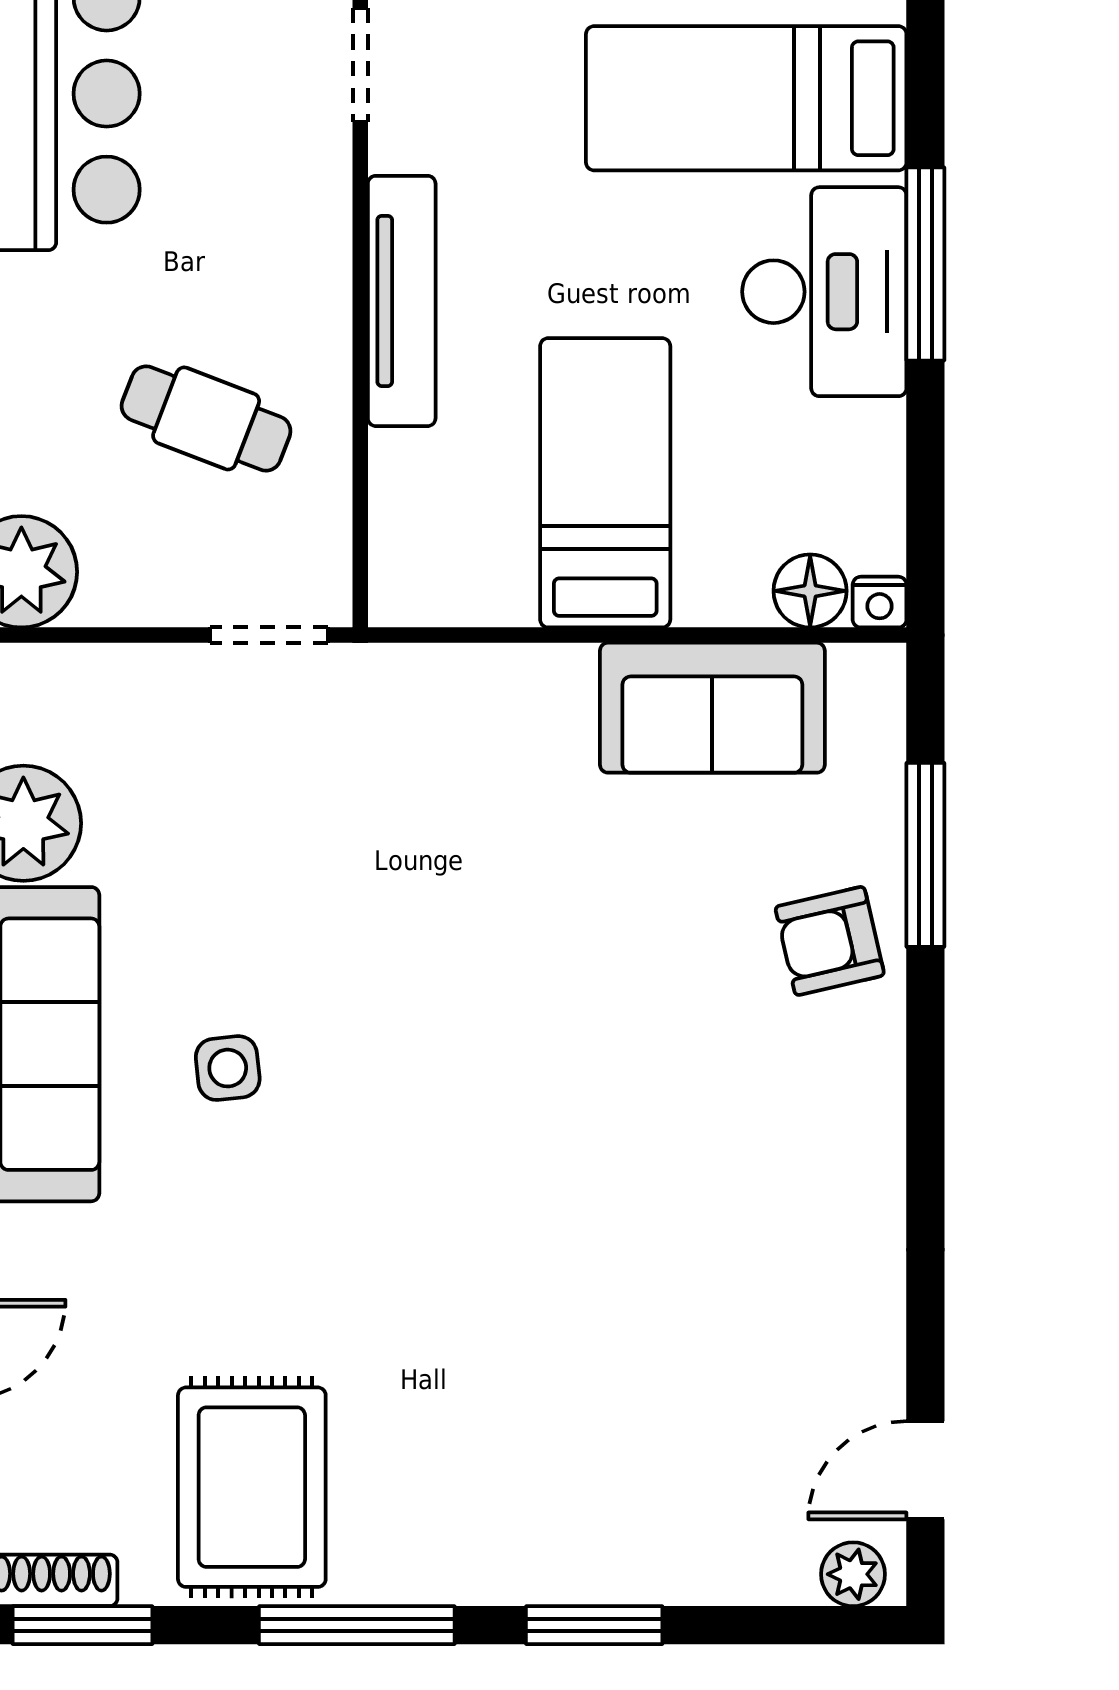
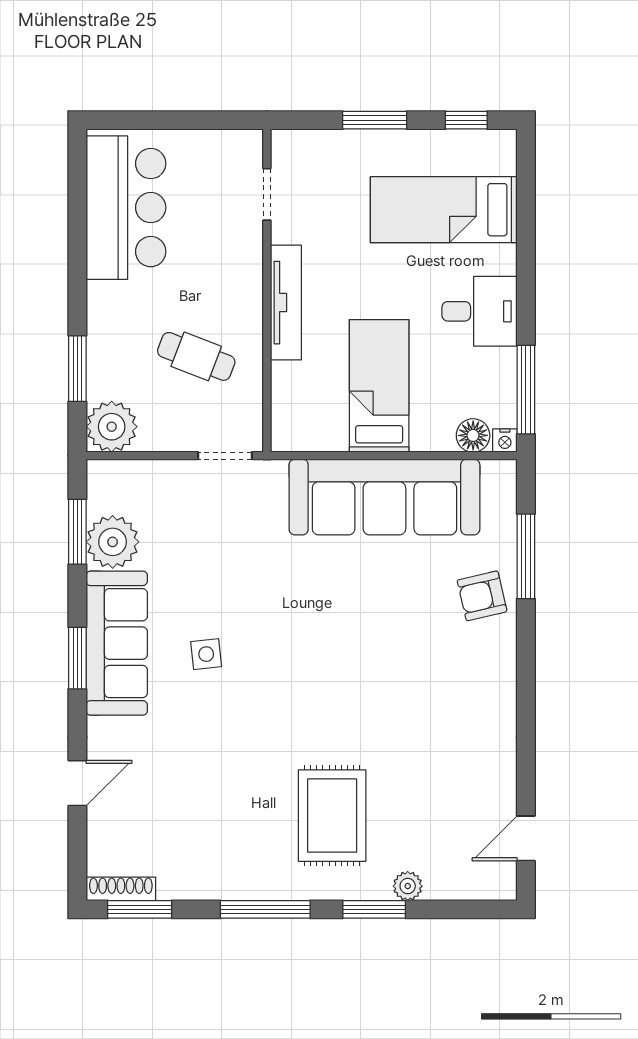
window: (925, 264) -> (526, 390), moved
desk: (824, 292) -> (480, 311), width x0.73
sofa: (712, 708) -> (384, 497), width x1.85, depth x1.27
rug: (252, 1487) -> (332, 816), moved
plant: (853, 1574) -> (408, 886), moved

